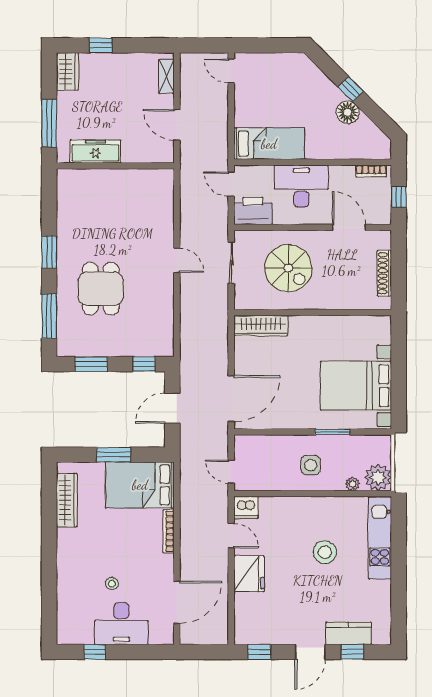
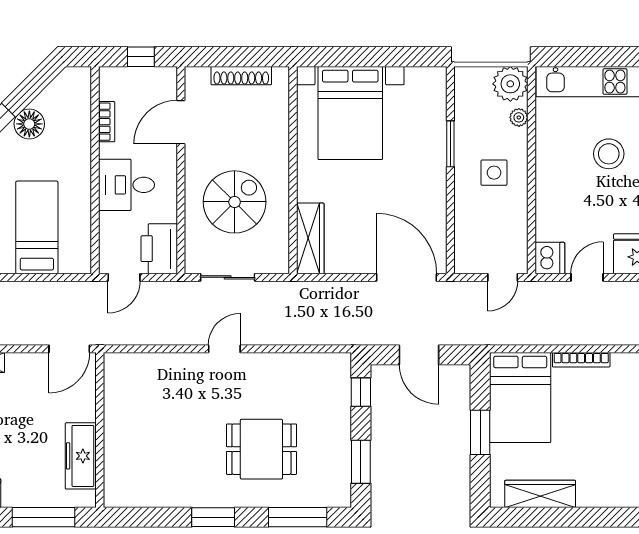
door: (177, 125) -> (69, 349), moved
bed: (269, 144) -> (37, 227), moved
bookcase: (371, 171) -> (107, 122), moved
desk: (301, 186) -> (126, 185), width x0.73
bed with nightstands: (356, 386) -> (350, 113), moved

